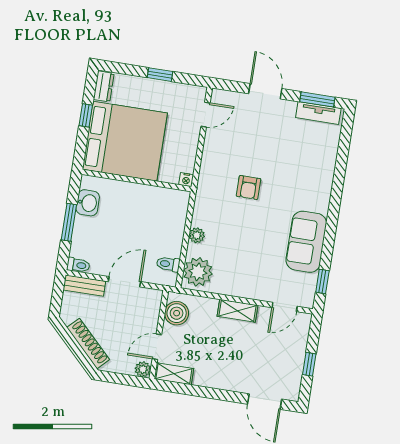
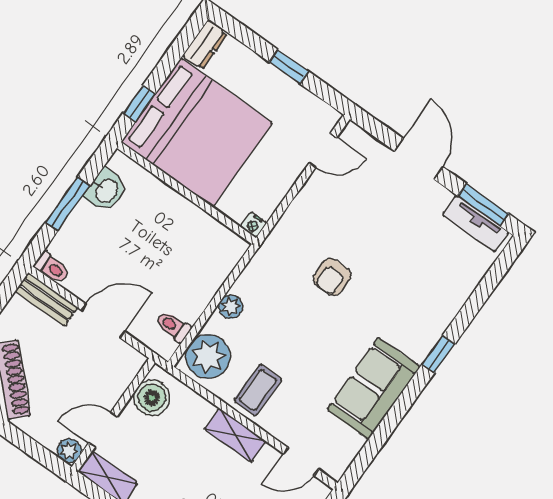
window: (86, 115) -> (139, 104), moved
coffee table: (238, 277) -> (258, 390), added
window: (322, 281) -> (439, 354), moved

